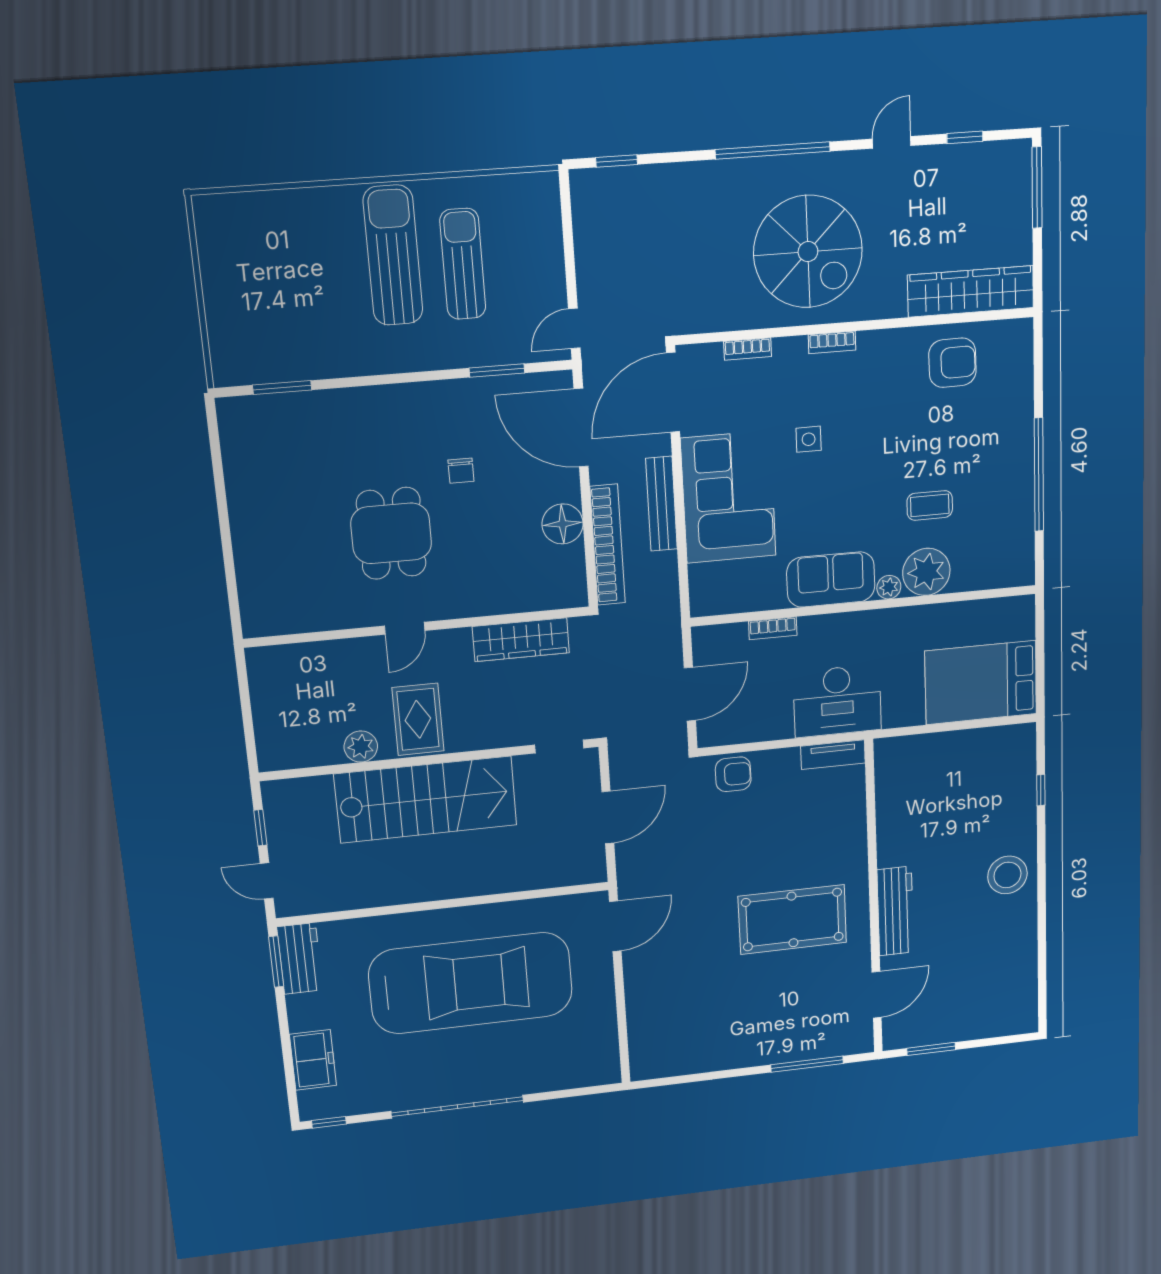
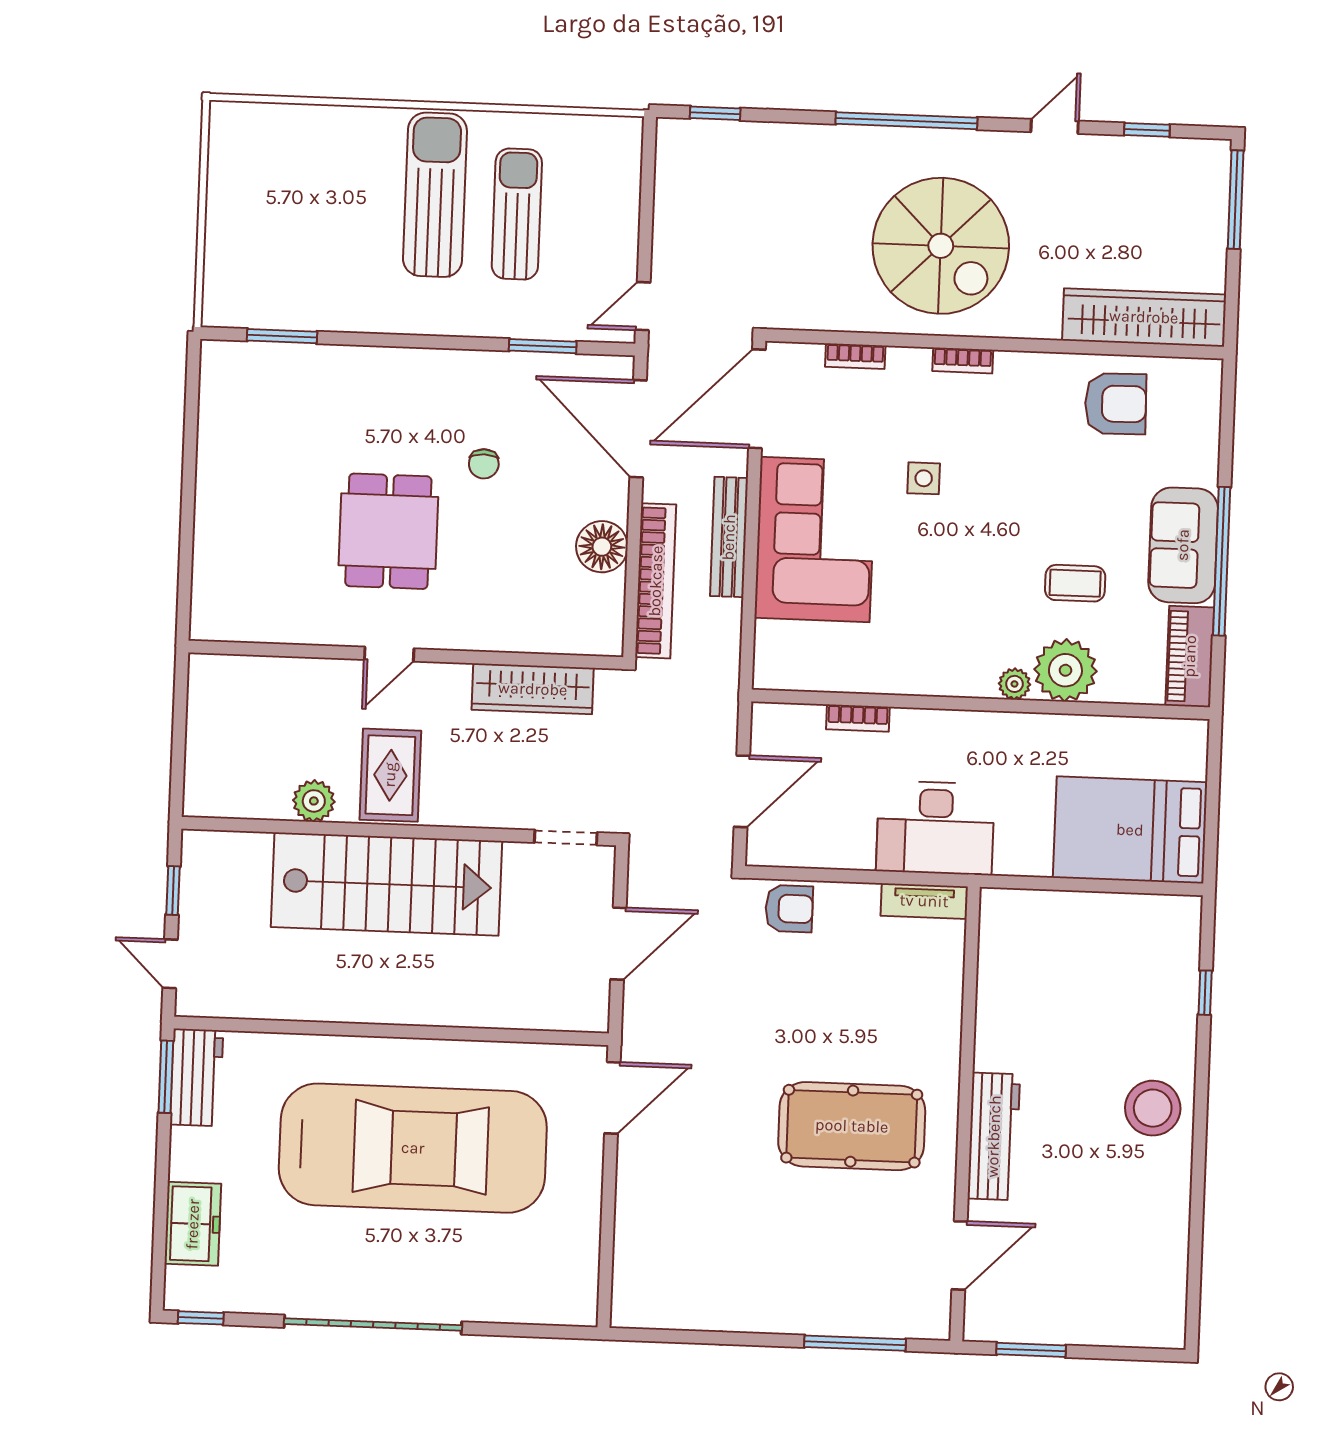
piano: (1018, 549) -> (1190, 656), added
sofa: (831, 579) -> (1183, 545), moved, turned -90

